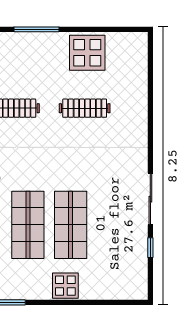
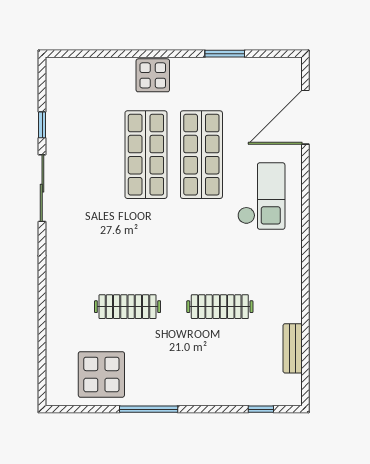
window: (37, 29) -> (149, 409), moved
display table: (87, 53) -> (101, 374), moved

